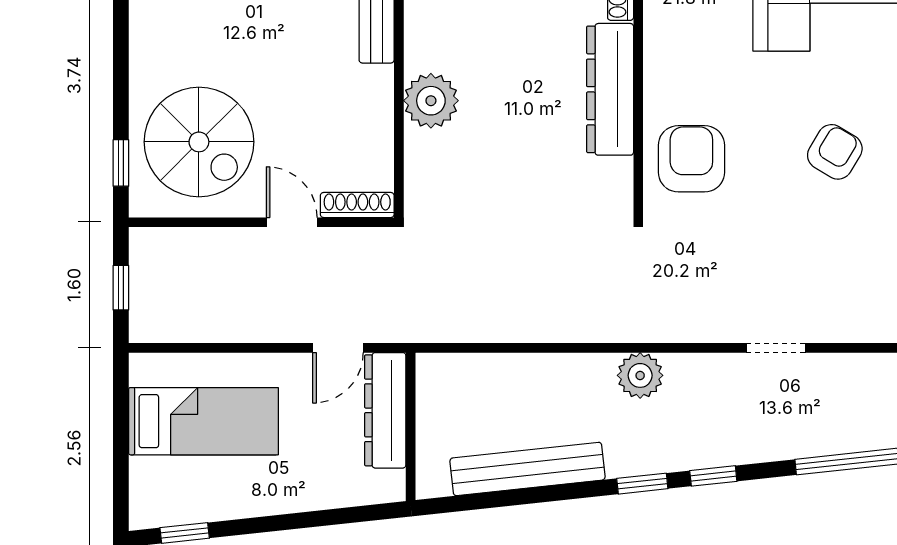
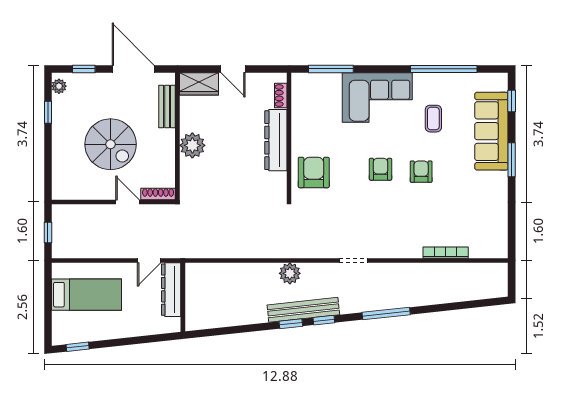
spiral stairs: (199, 142) -> (111, 144), moved
armchair: (835, 152) -> (380, 169), turned -31
window: (121, 163) -> (48, 112), moved
bench: (527, 469) -> (303, 310), moved

